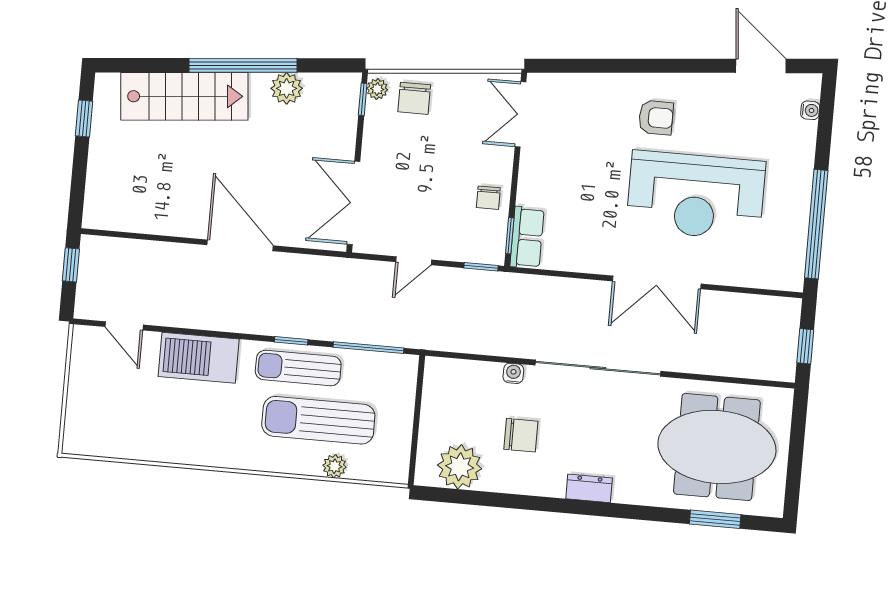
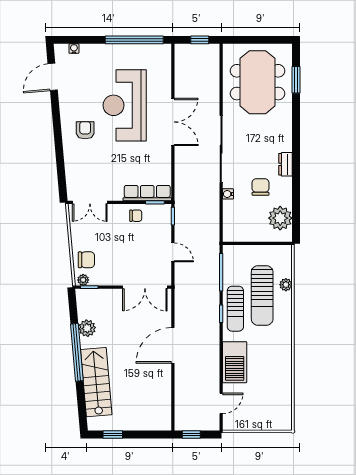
reception desk: (696, 195) -> (125, 105), turned 180
row of seats: (527, 237) -> (147, 193), width x1.48
dresser: (589, 488) -> (286, 164), moved

